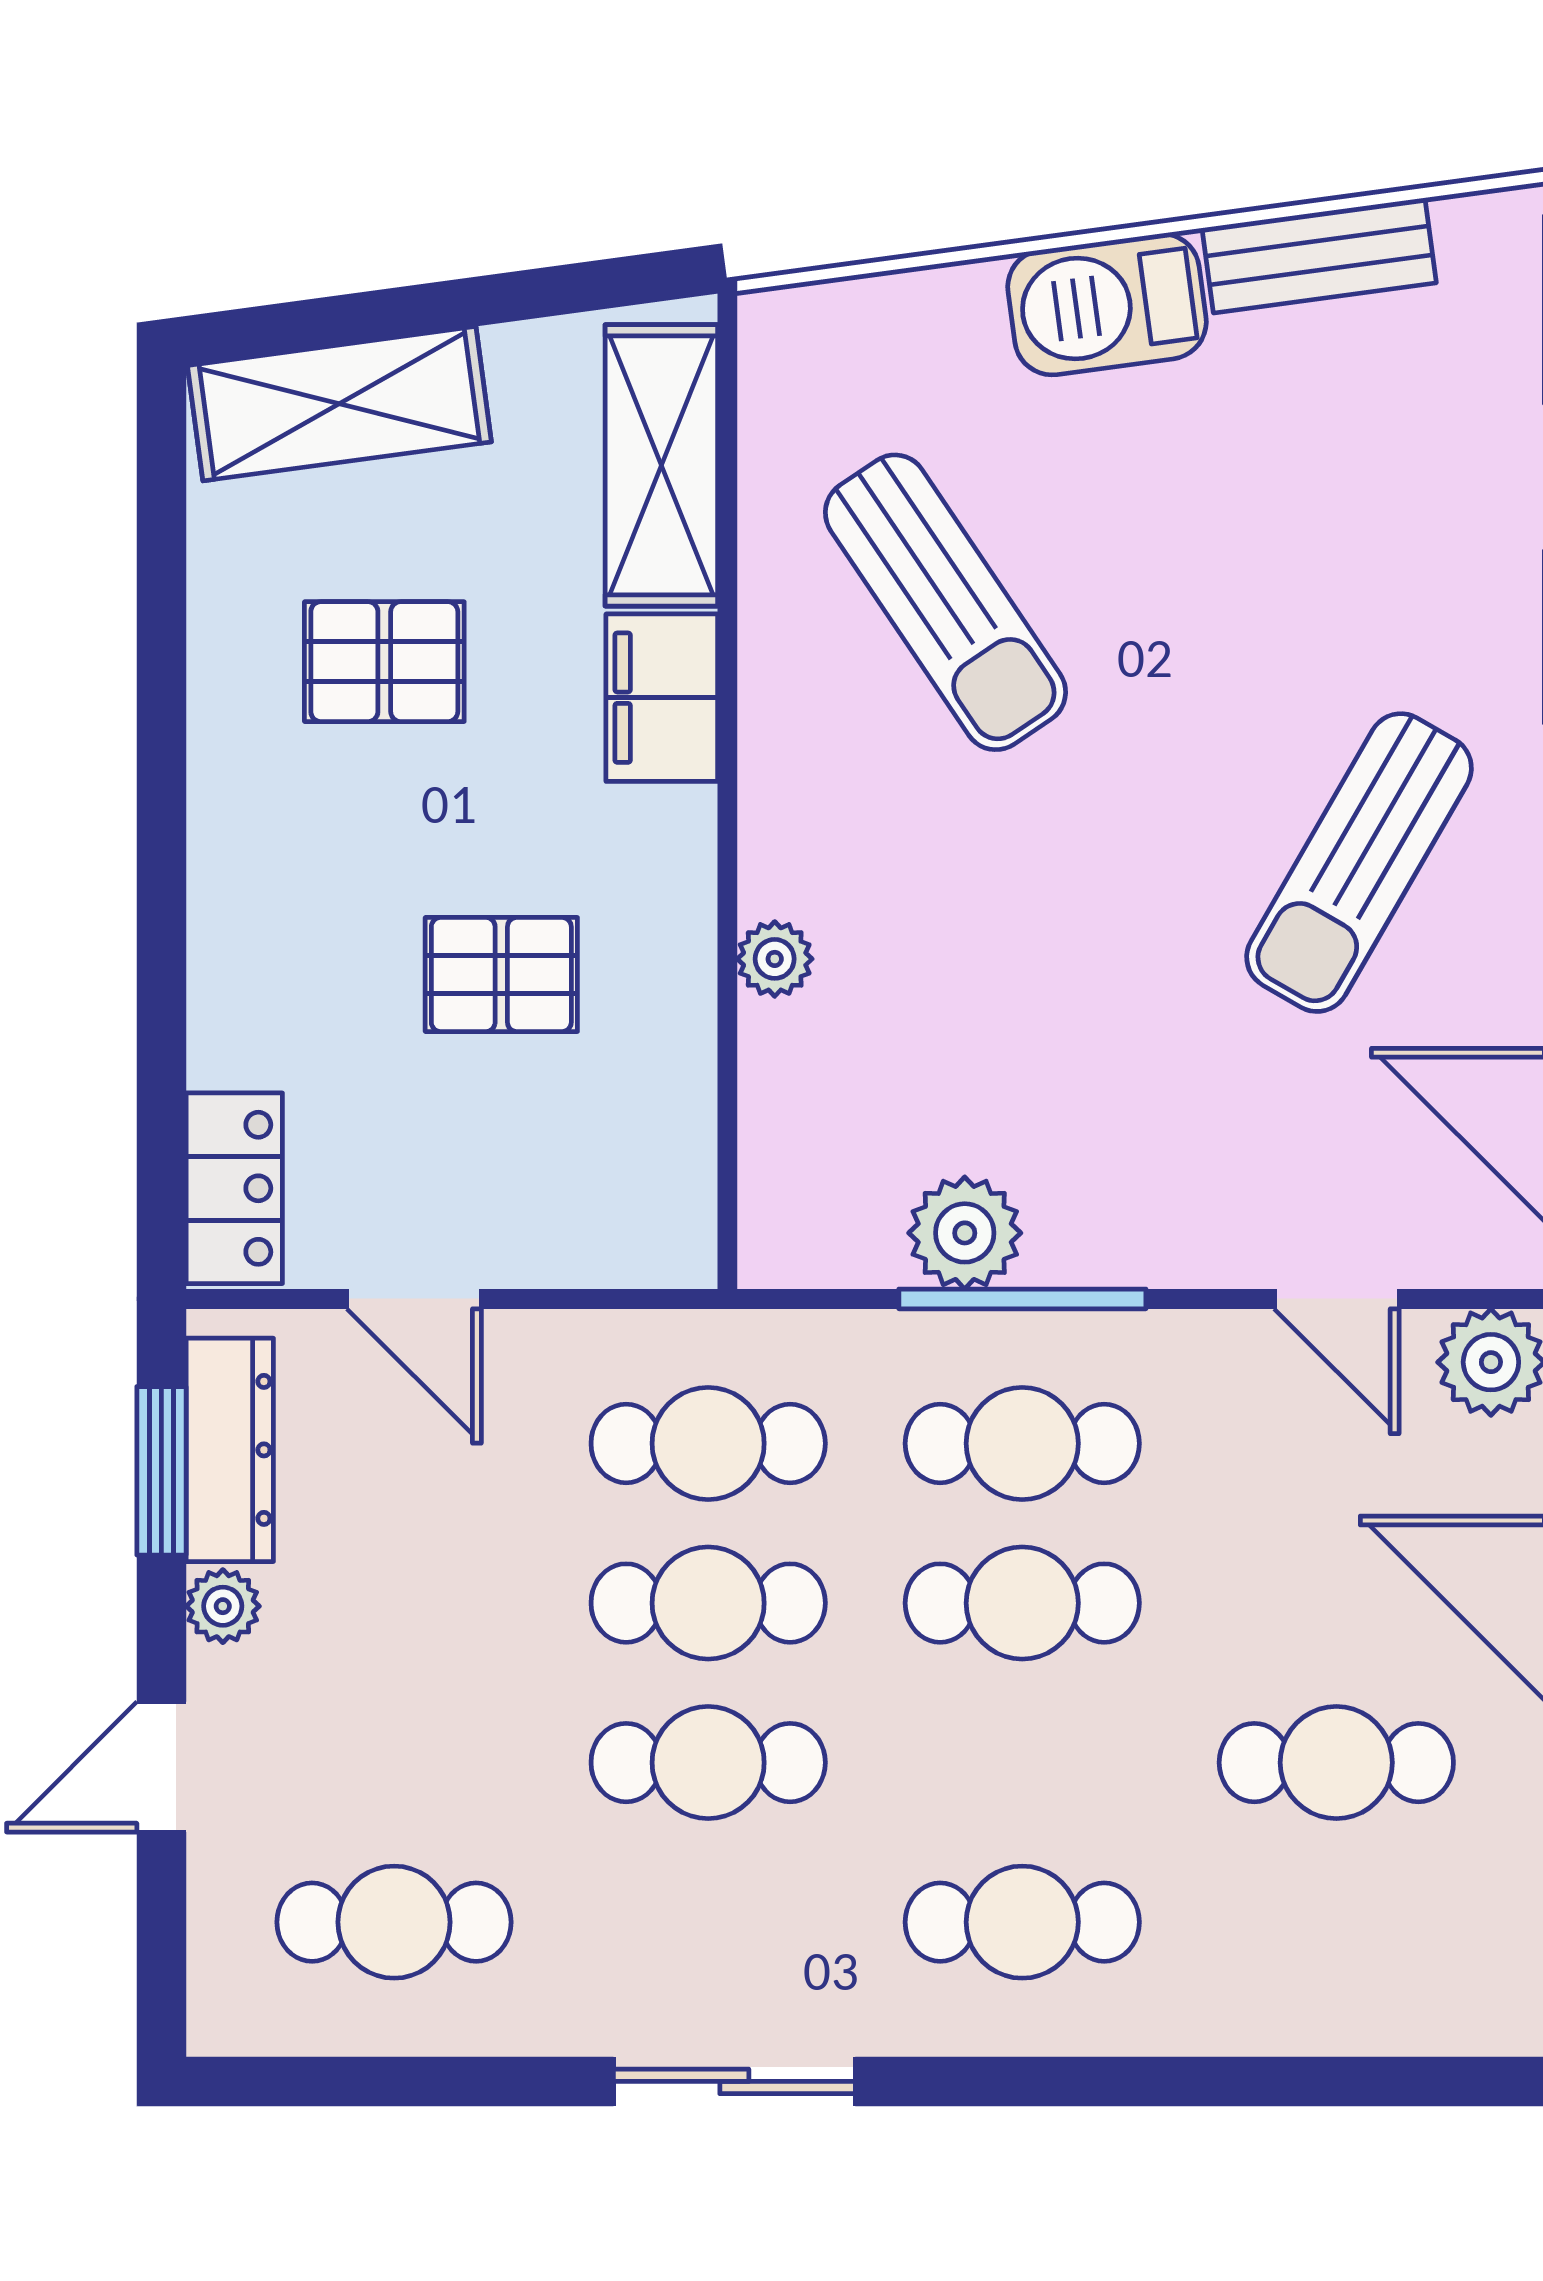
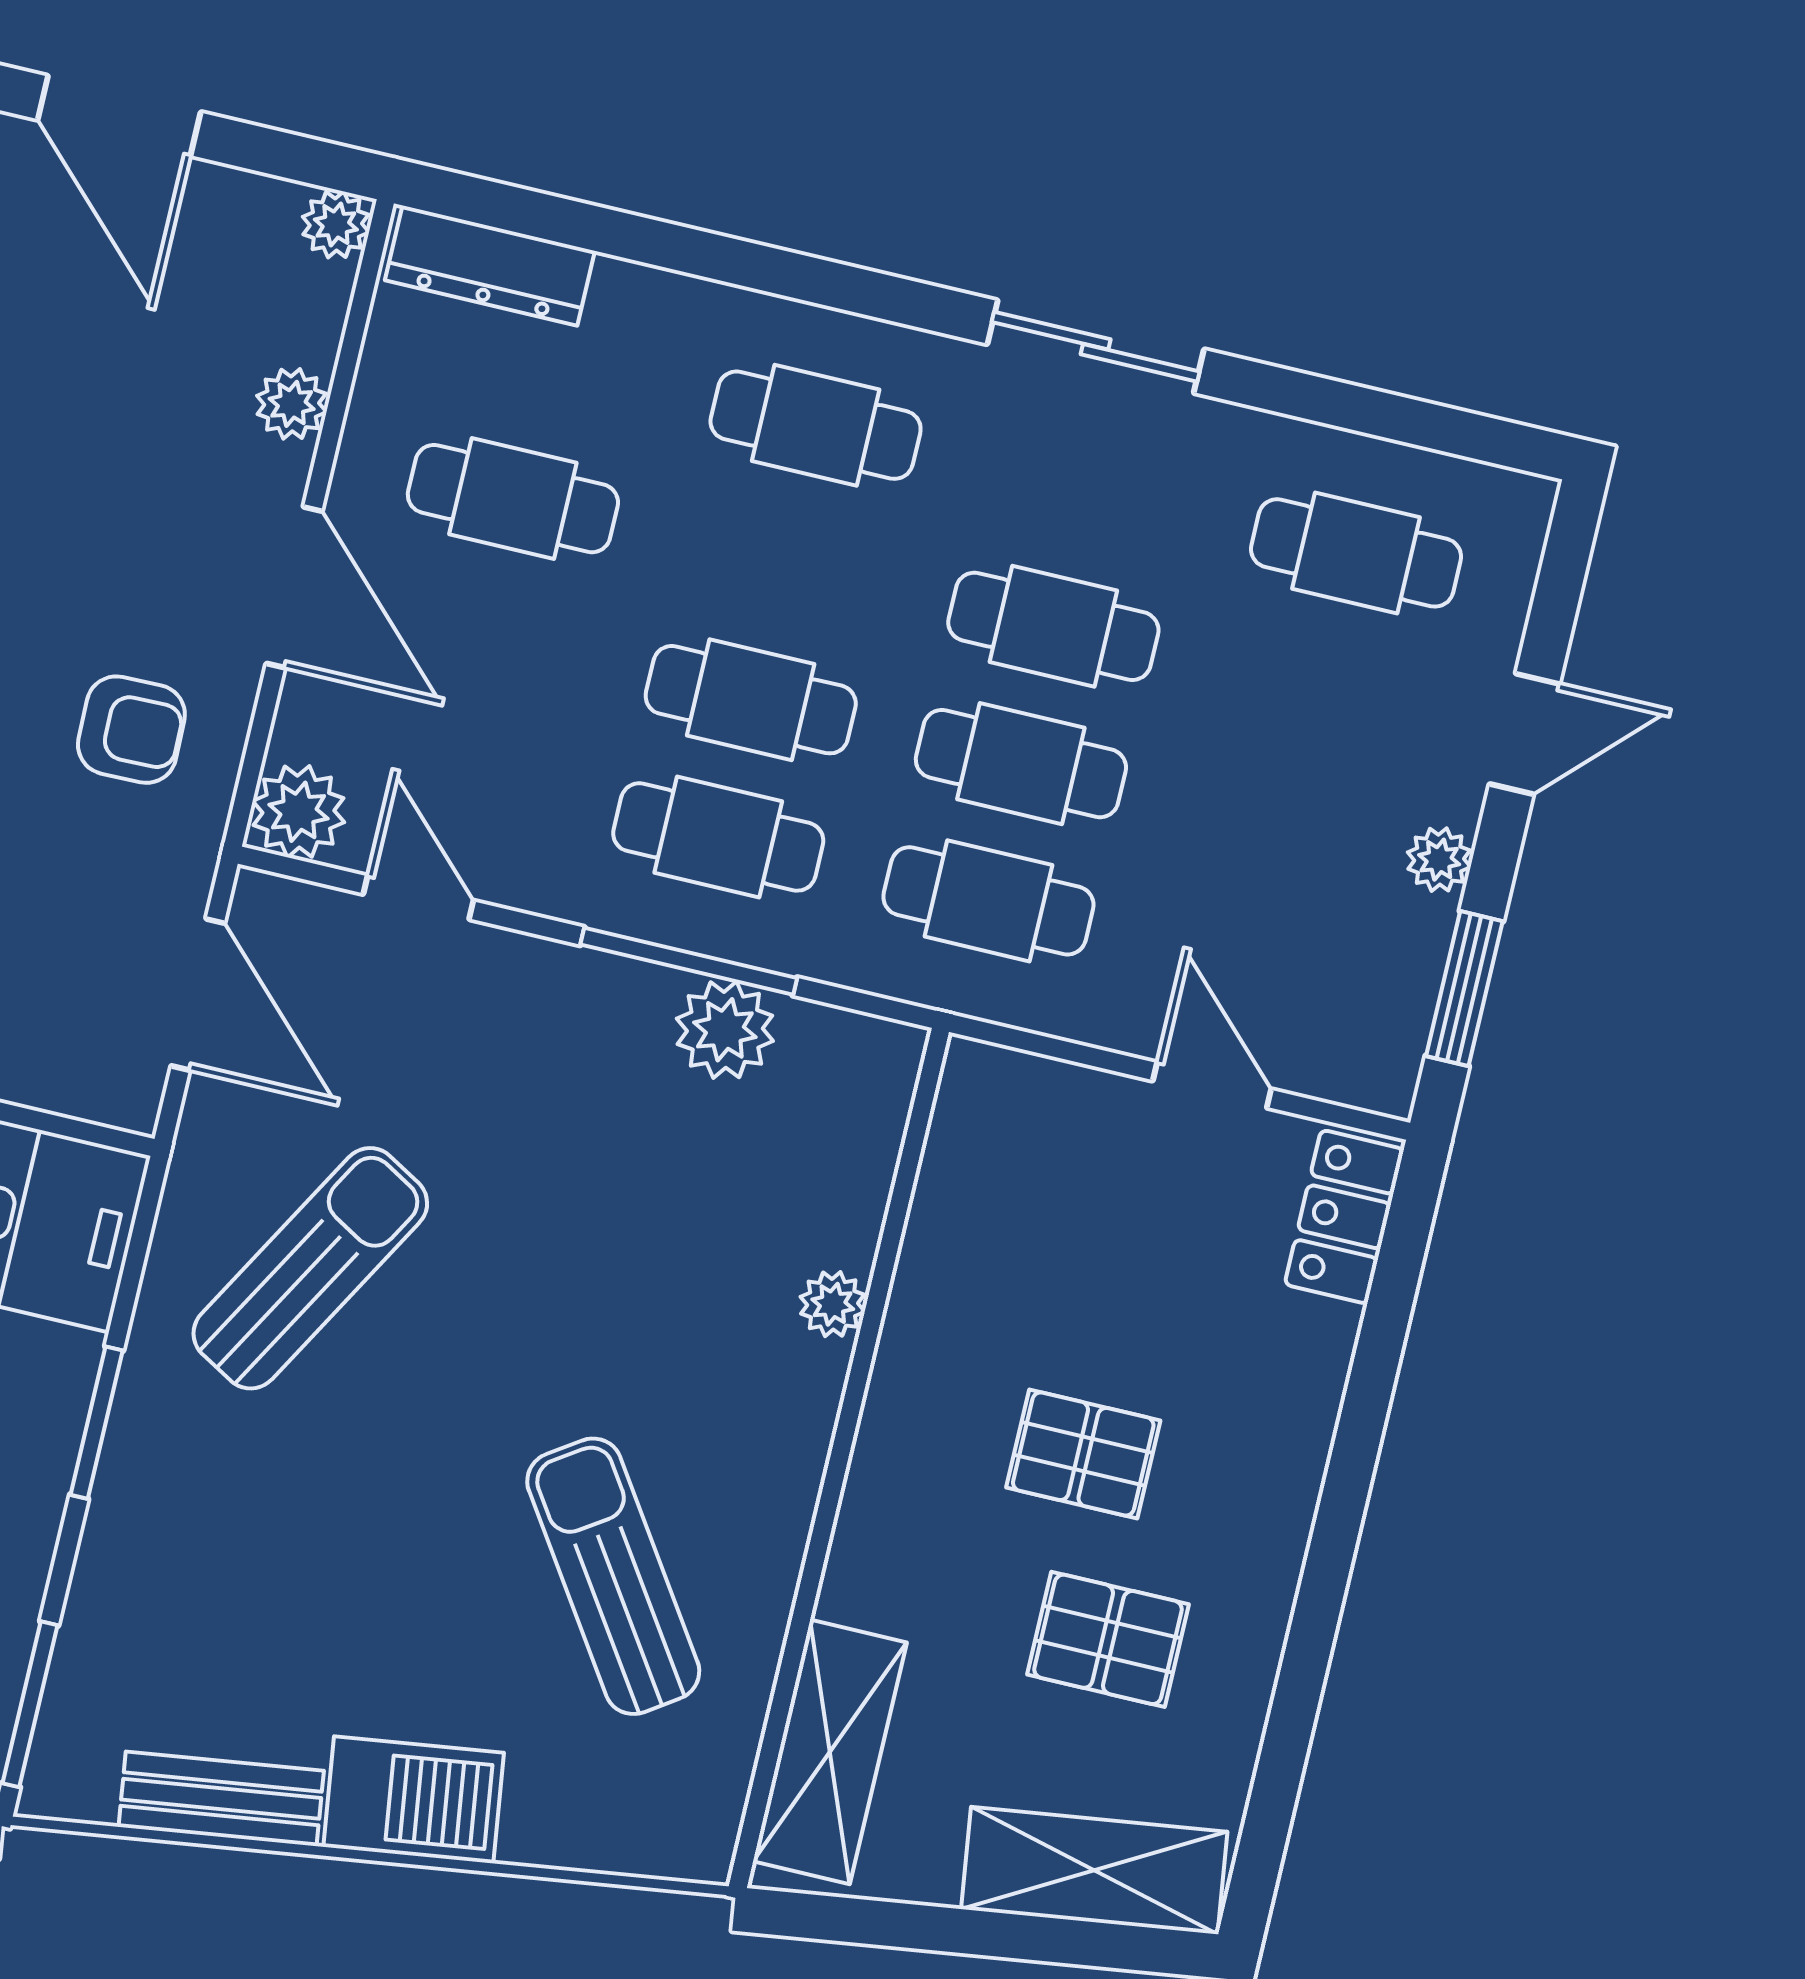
filing cabinet: (662, 698) -> (877, 1552), removed
pallet: (501, 975) -> (1083, 1454), moved
dresser: (230, 1450) -> (490, 266), moved, turned -90

